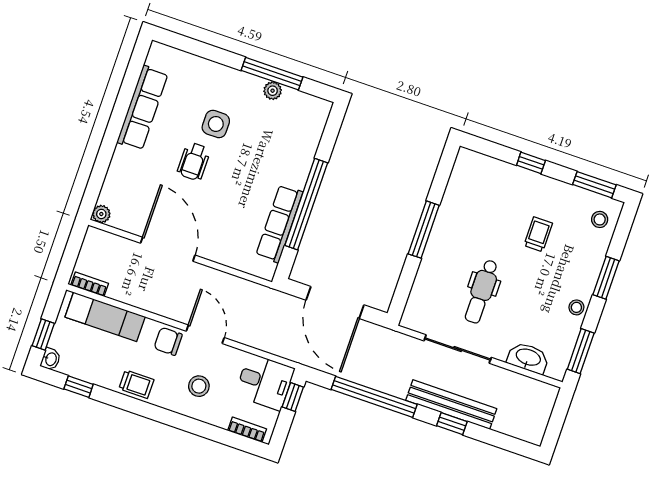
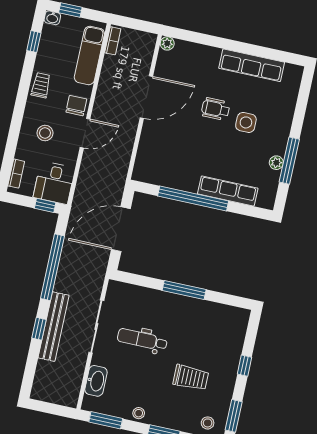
row of seats: (279, 224) -> (228, 191), moved
trolley: (538, 234) -> (191, 378), width x1.36, depth x1.39
trolley: (136, 384) -> (41, 85), turned 180

